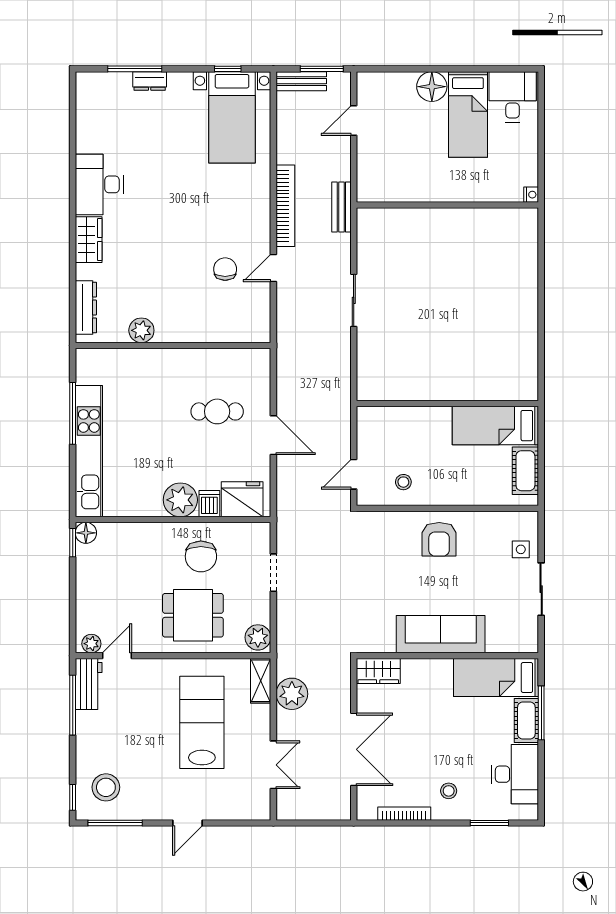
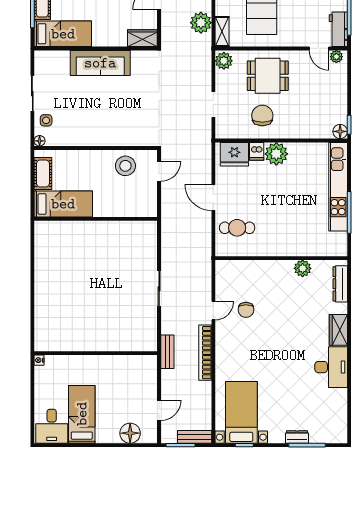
floor lamp: (432, 87) -> (130, 433), moved
cafe table: (217, 411) -> (237, 228), moved
stool: (403, 482) -> (125, 166), width x1.89, depth x1.89
floor lamp: (530, 519) -> (40, 141), added
armchair: (439, 539) -> (101, 127), removed
door: (117, 656) -> (319, 48), hinge flipped

